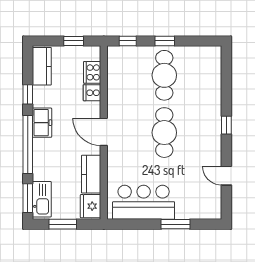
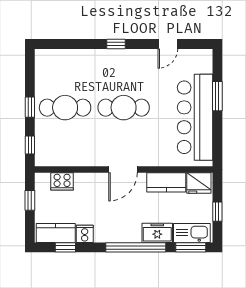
cooker: (92, 93) -> (85, 234), moved, turned 180
window: (28, 94) -> (65, 247), moved
freezer: (42, 123) -> (157, 233), moved
bar counter: (144, 202) -> (195, 117), width x1.36
window: (63, 224) -> (217, 212), width x0.67

